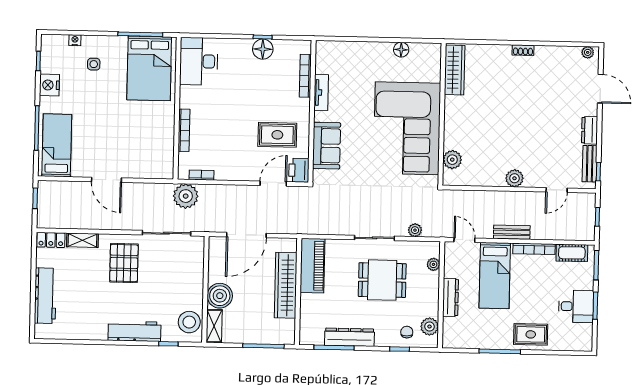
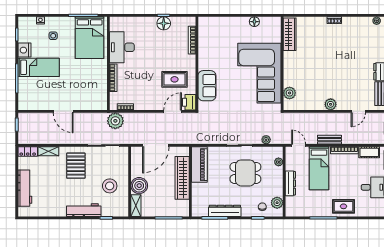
desk: (199, 61) -> (122, 47), moved
tv unit: (321, 93) -> (203, 51), removed
bed: (57, 145) -> (39, 67), moved, turned 90
stool: (189, 322) -> (110, 186), moved

